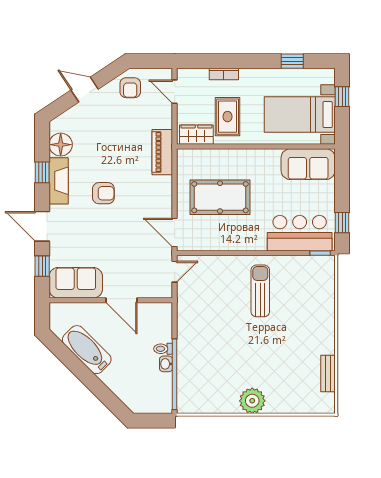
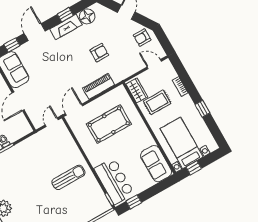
window: (292, 61) -> (202, 109), moved
door: (175, 92) -> (154, 64), hinge flipped
window: (342, 97) -> (194, 168), moved
piano: (162, 152) -> (99, 86), moved
armchair: (103, 193) -> (99, 53), moved, turned -90
pool table: (220, 197) -> (109, 124), turned 90
door: (175, 272) -> (52, 122), swing flipped

